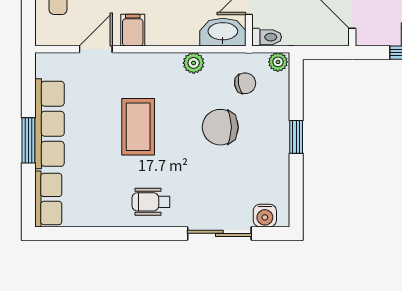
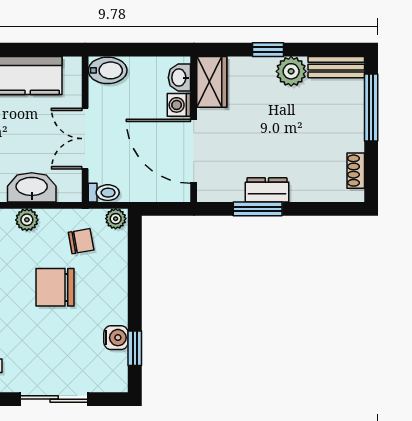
washbasin: (223, 32) -> (32, 187), moved
window: (296, 137) -> (135, 348), moved
water cooler: (265, 216) -> (116, 338), moved, turned -90

